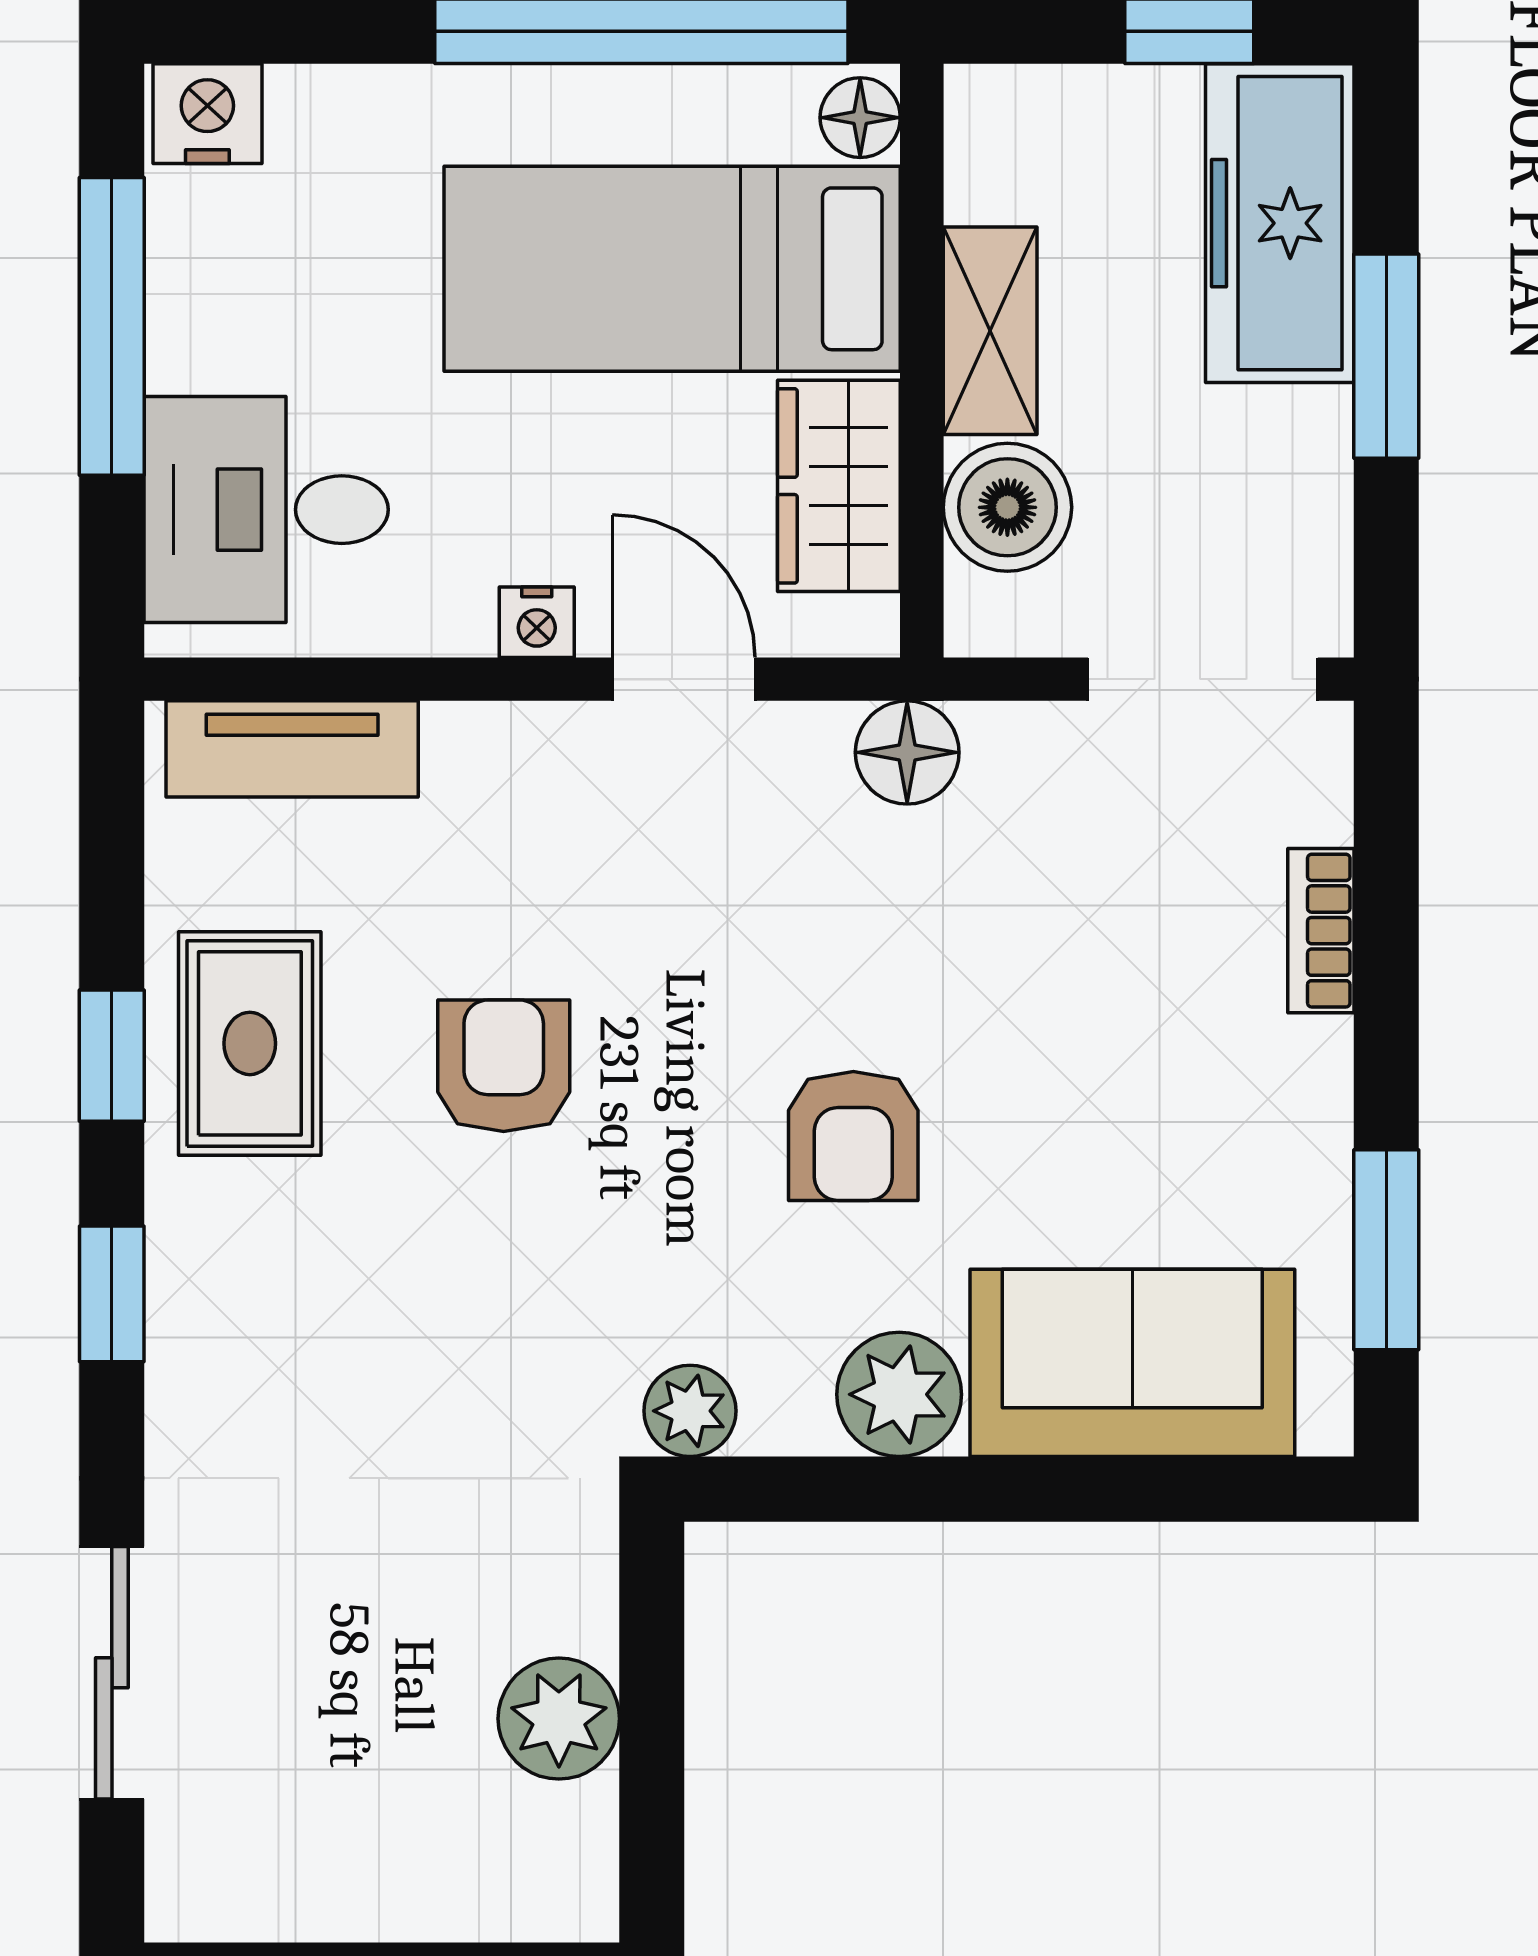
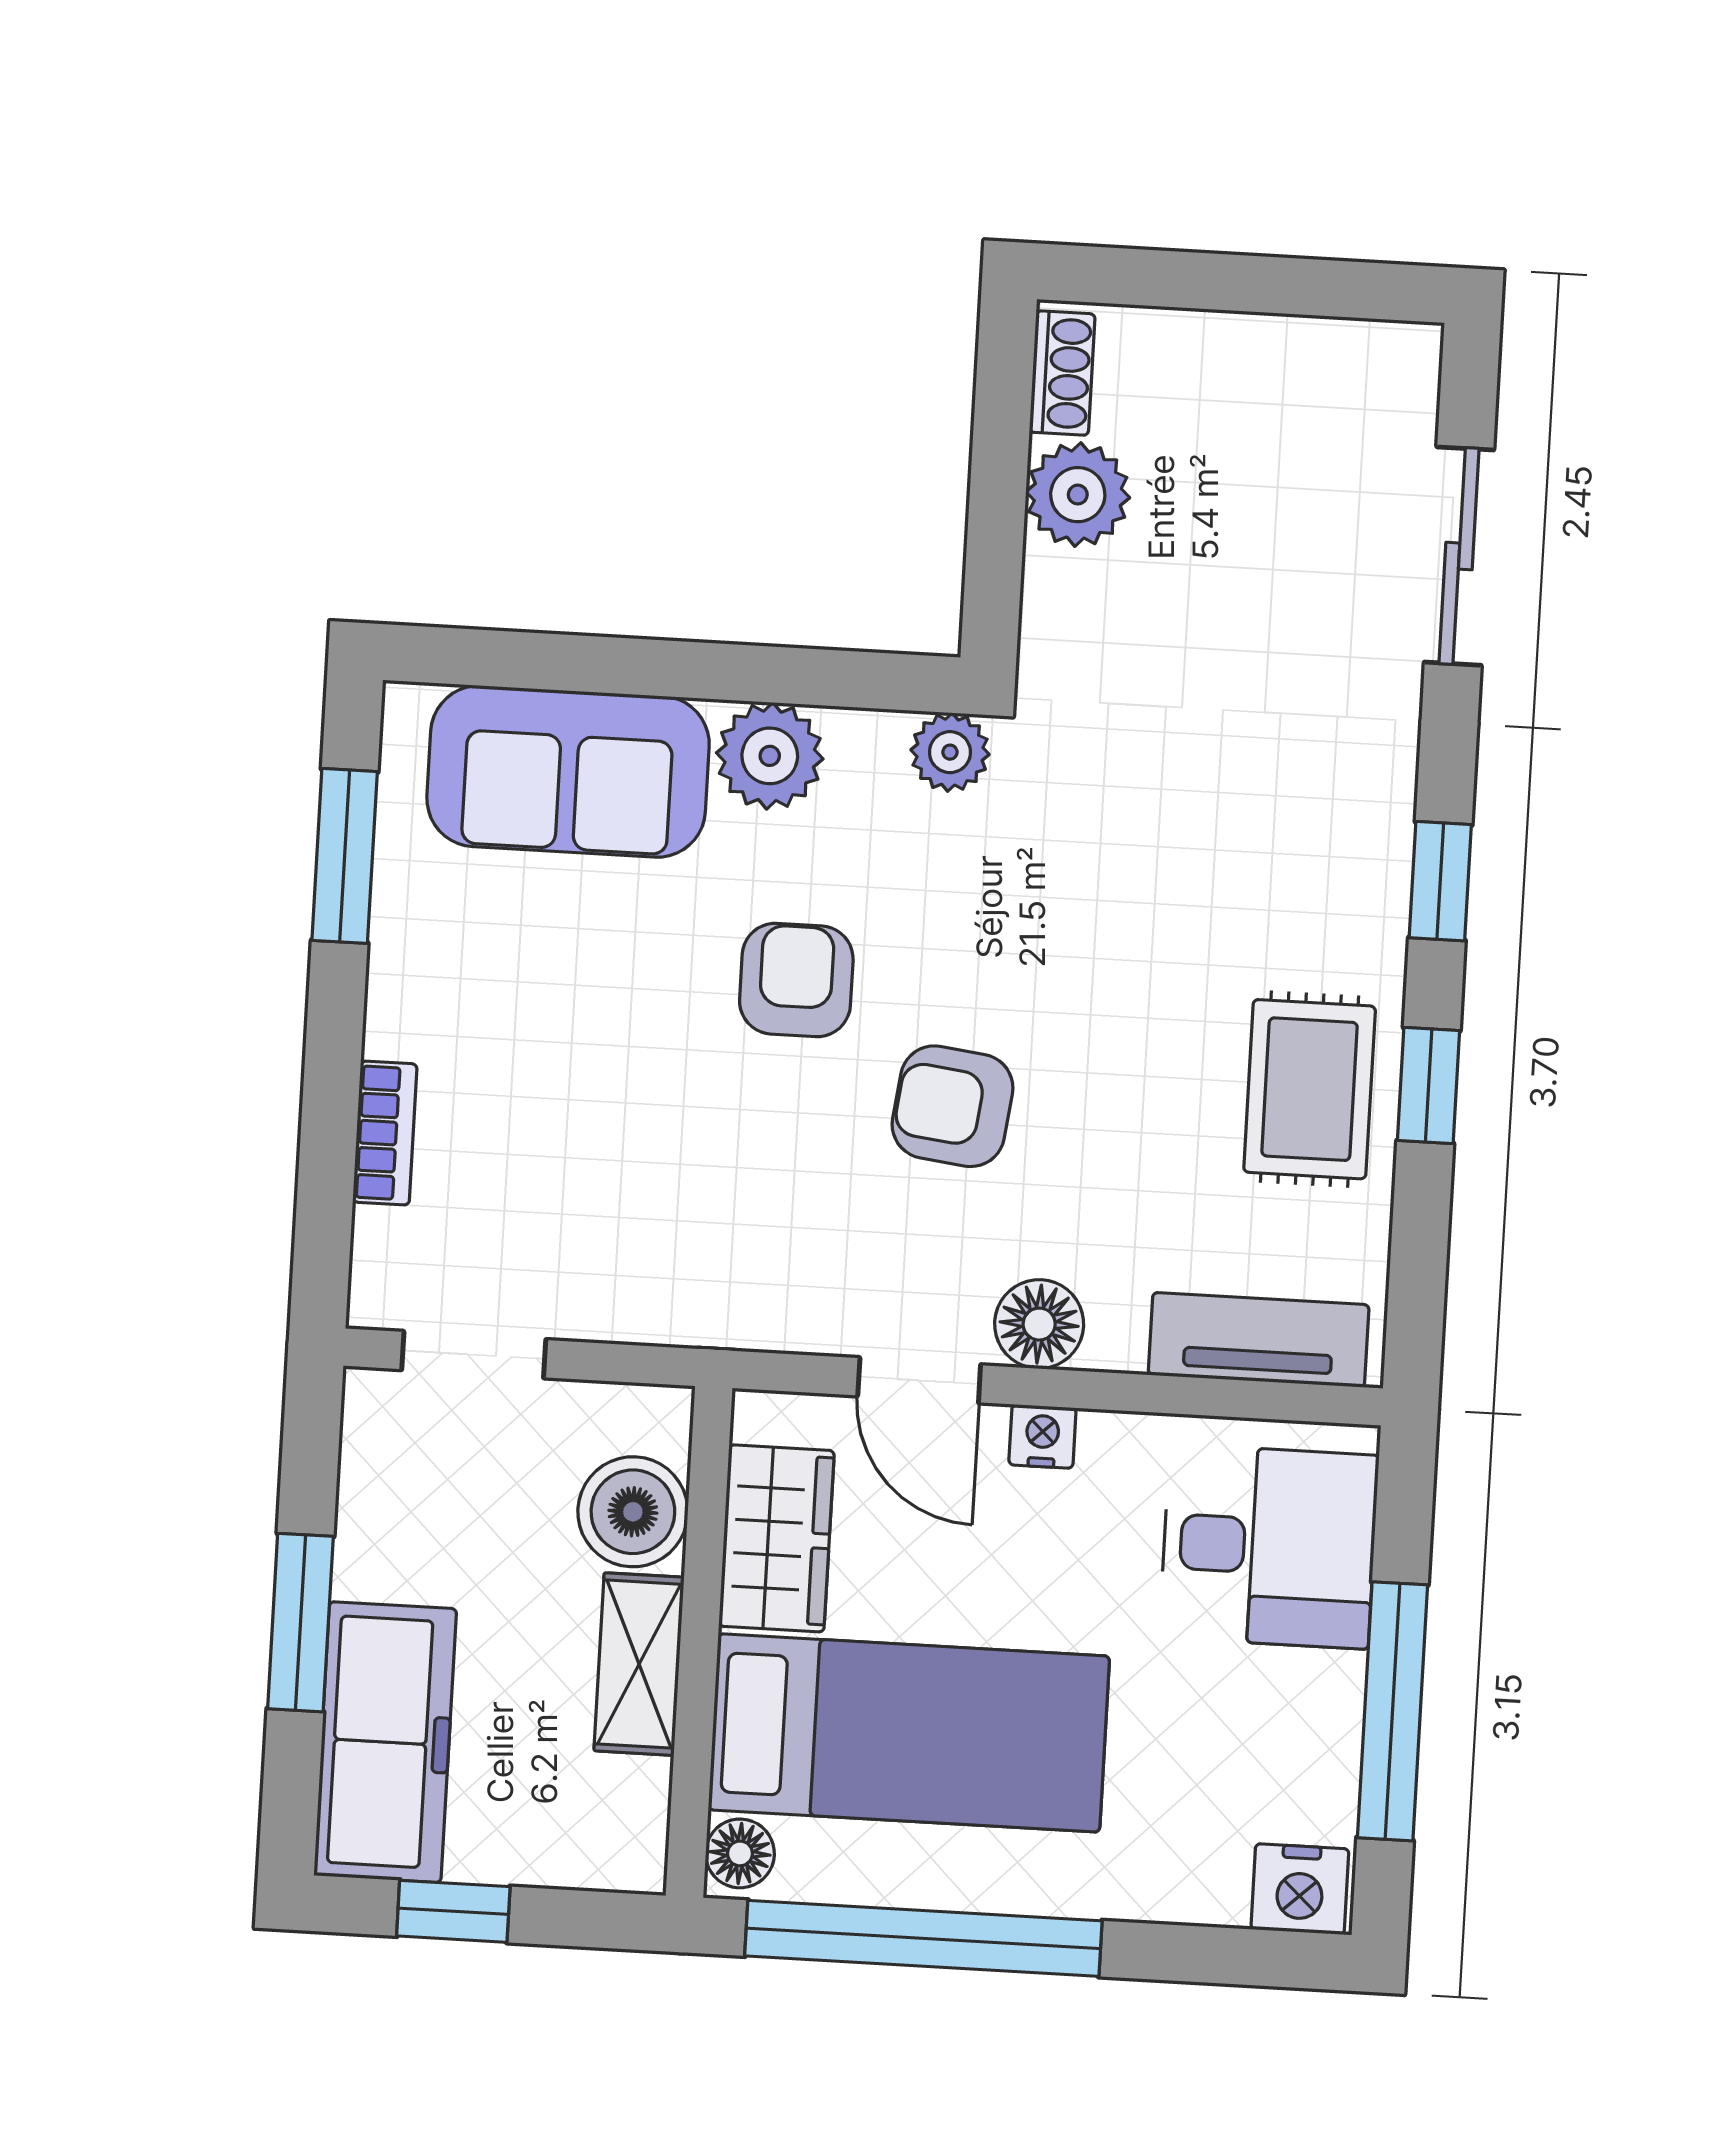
doorway: (1203, 679) -> (474, 1355), width x0.73
floor lamp: (907, 752) -> (1039, 1324), moved
armchair: (504, 1066) -> (953, 1106), moved, turned 97
shoe rack: (585, 1859) -> (1062, 373), added

